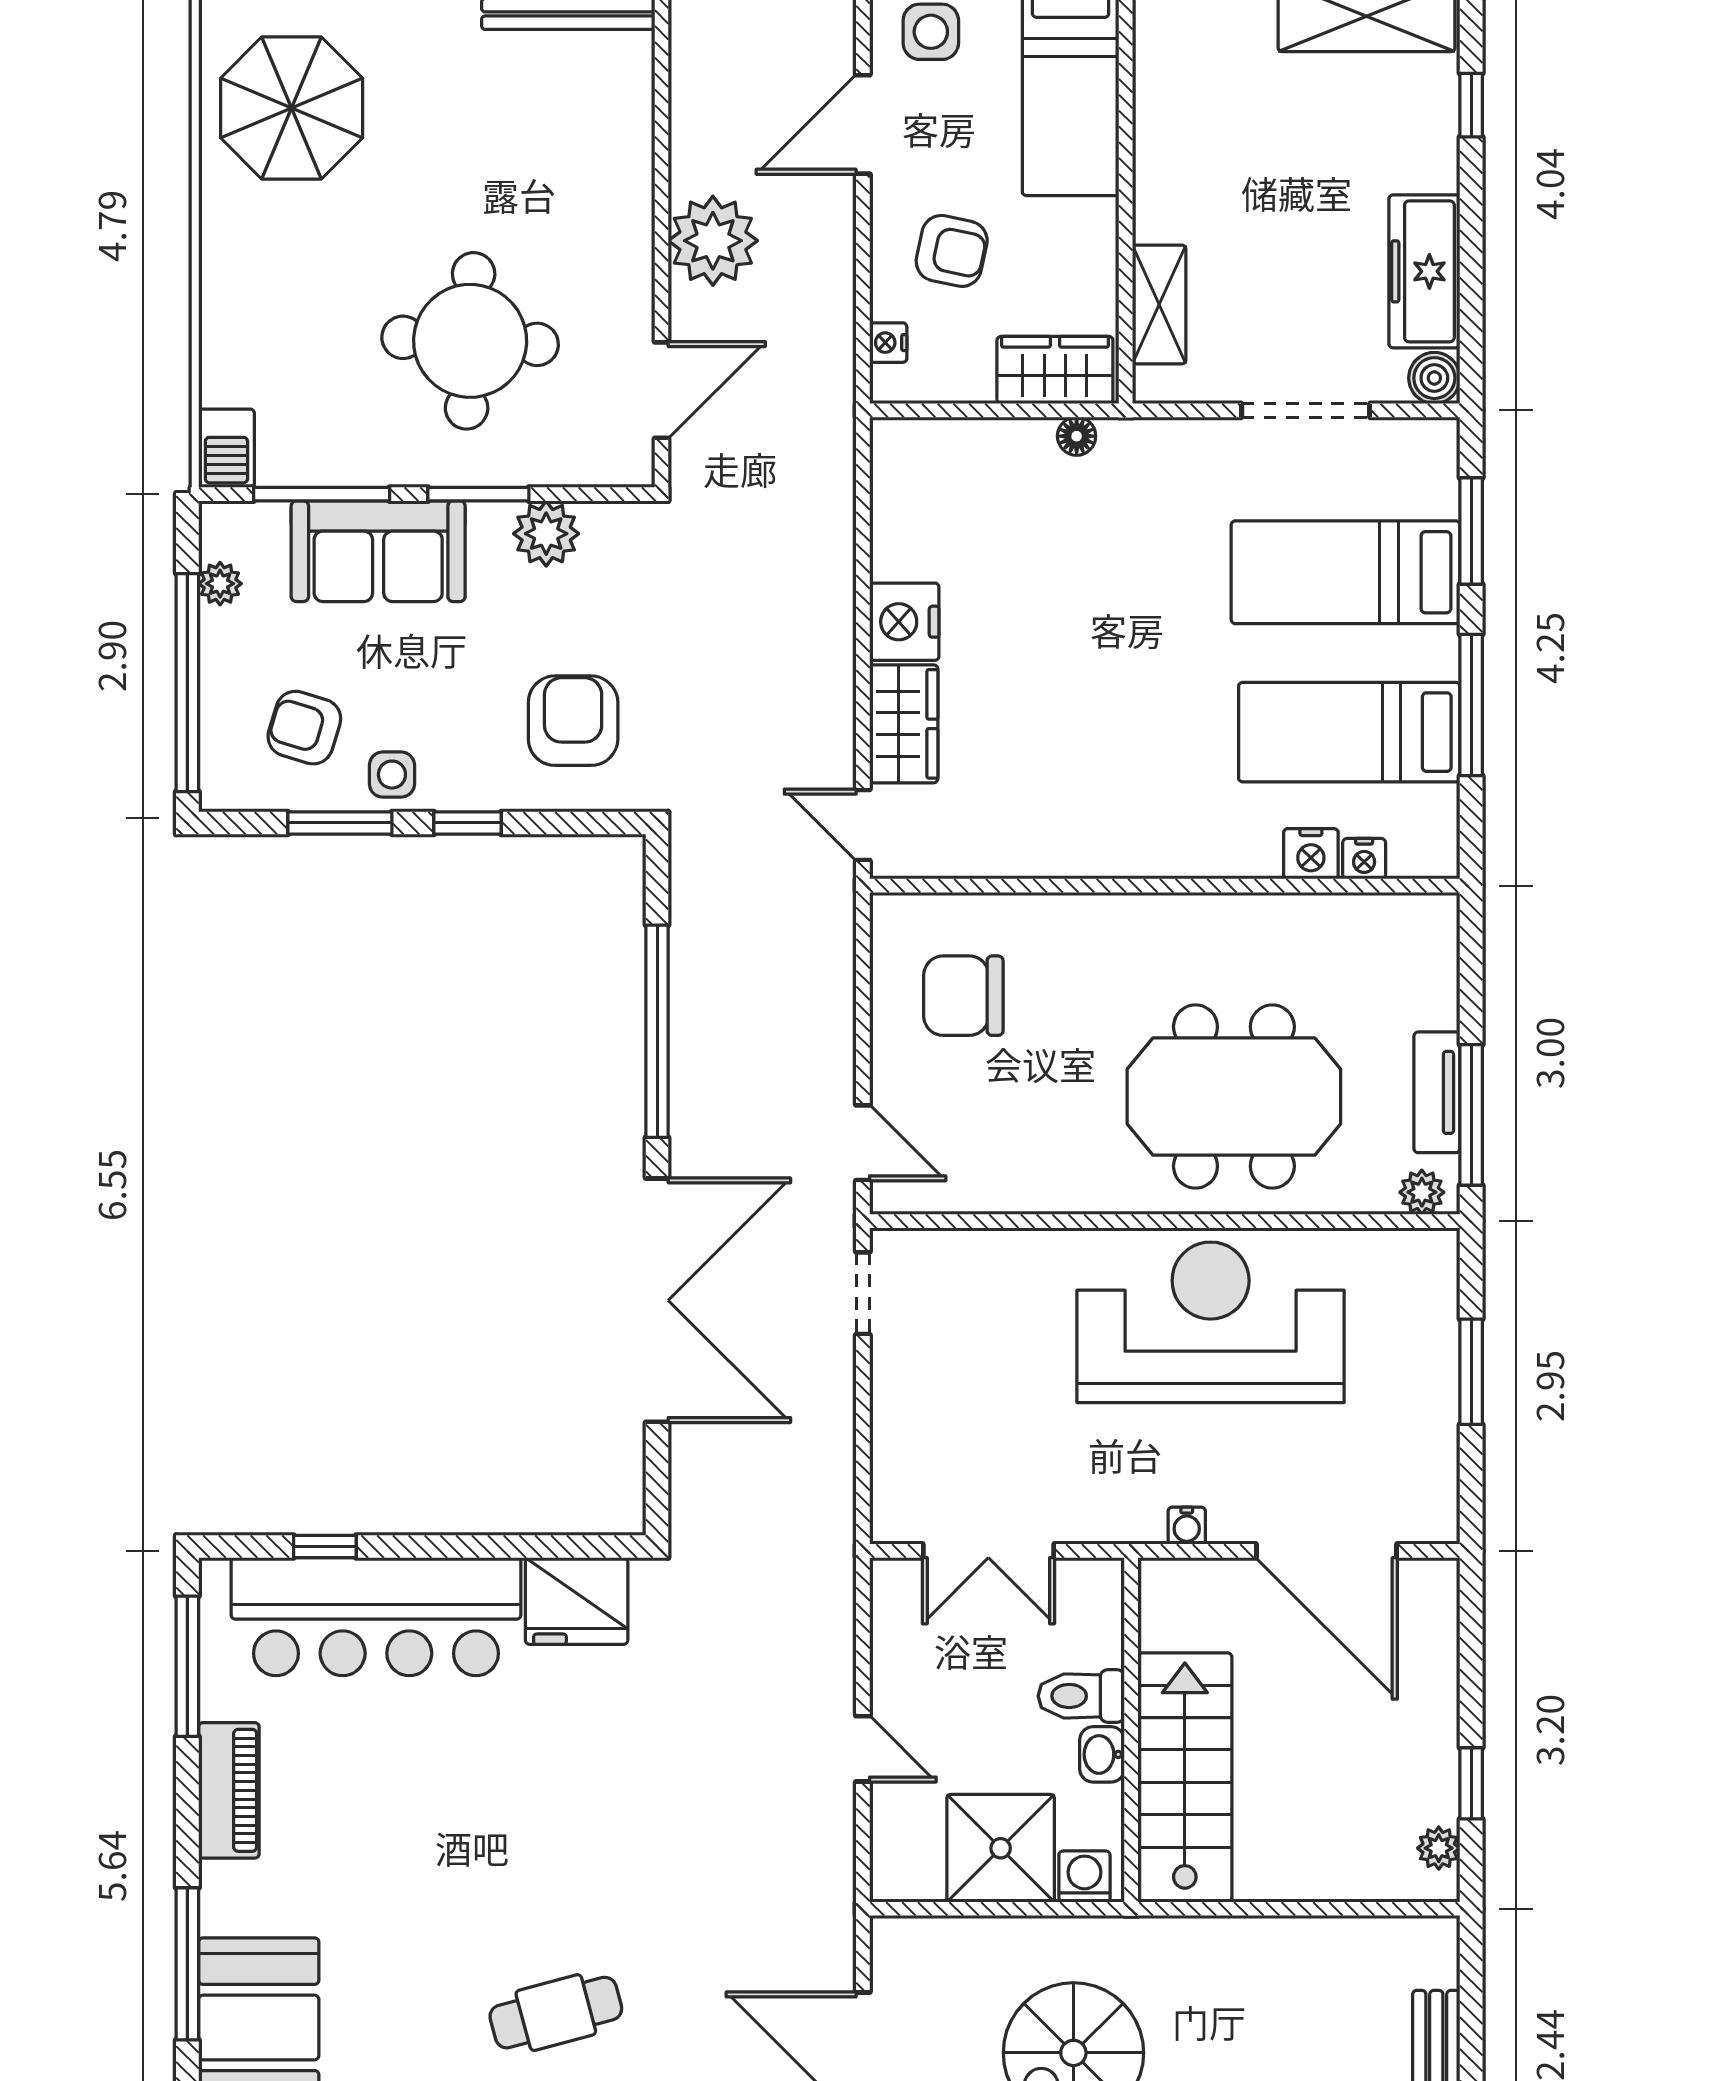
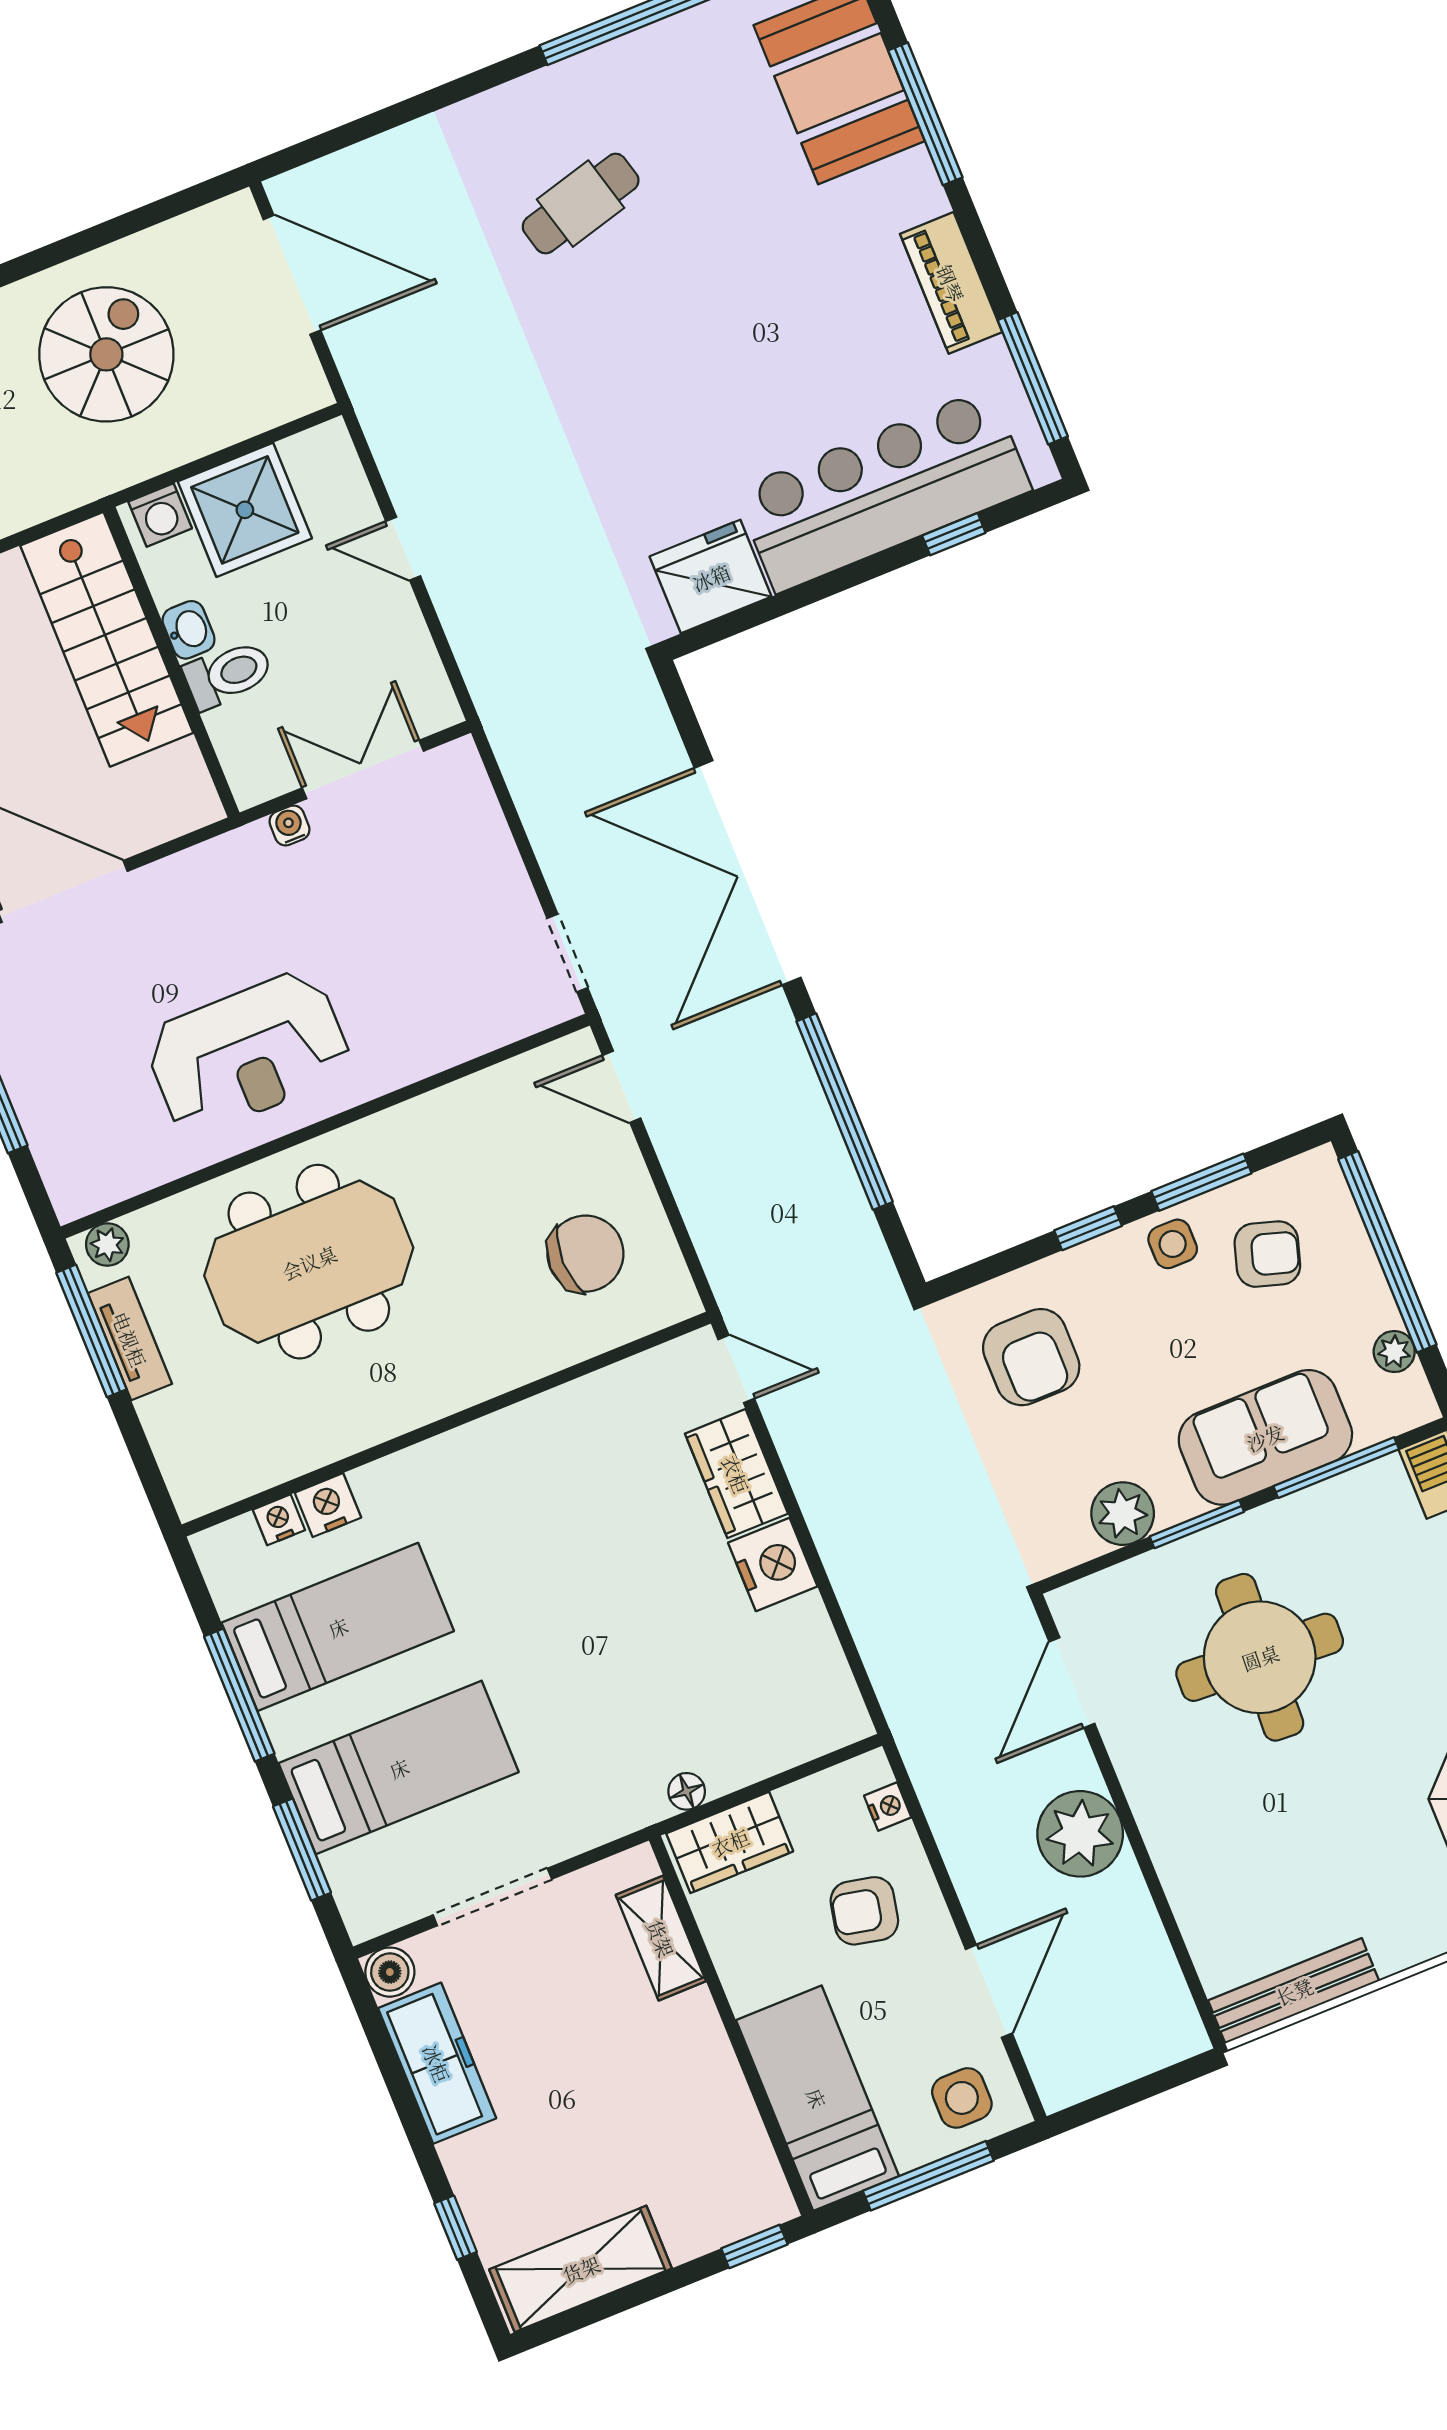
reception desk: (1211, 1322) -> (248, 1053), width x0.74, depth x0.77
water cooler: (1187, 1526) -> (290, 825), moved

